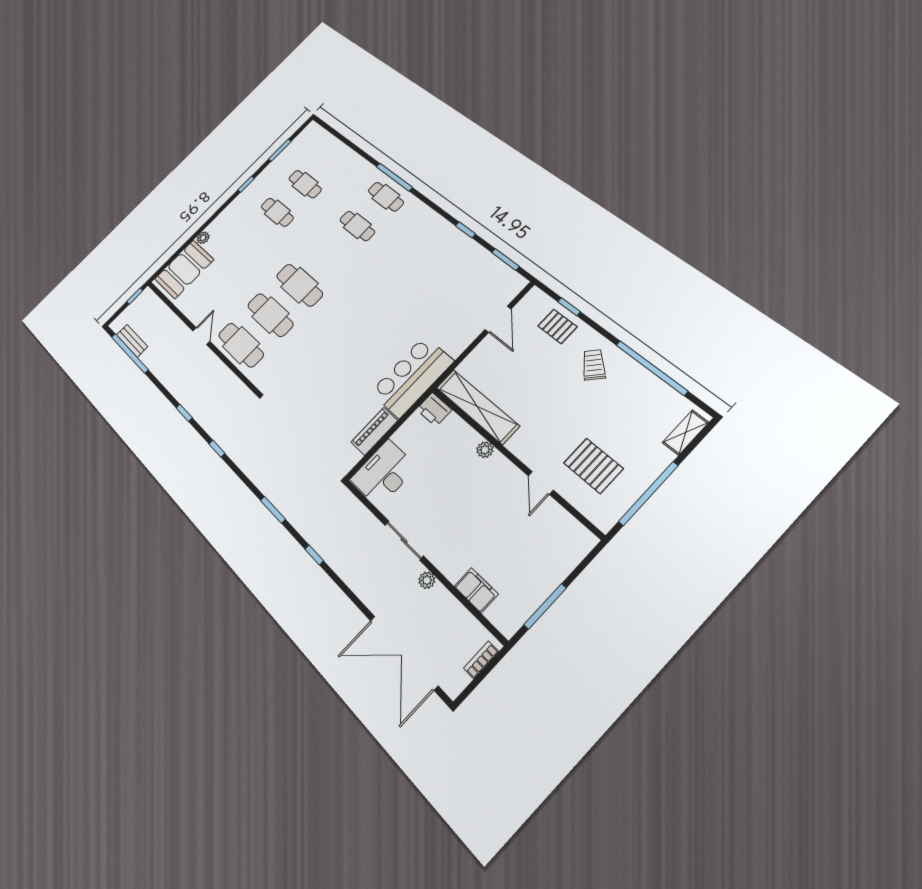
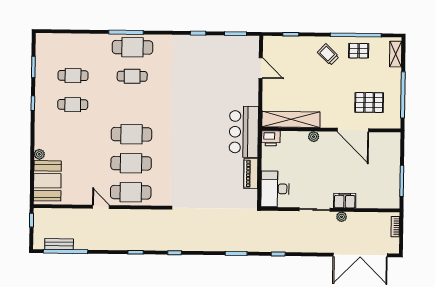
cafe table: (386, 197) -> (132, 47), width x1.37, depth x1.35
pallet: (557, 326) -> (359, 51), moved
door: (541, 483) -> (353, 130), width x1.87
filing cabinet: (476, 590) -> (345, 201), moved

